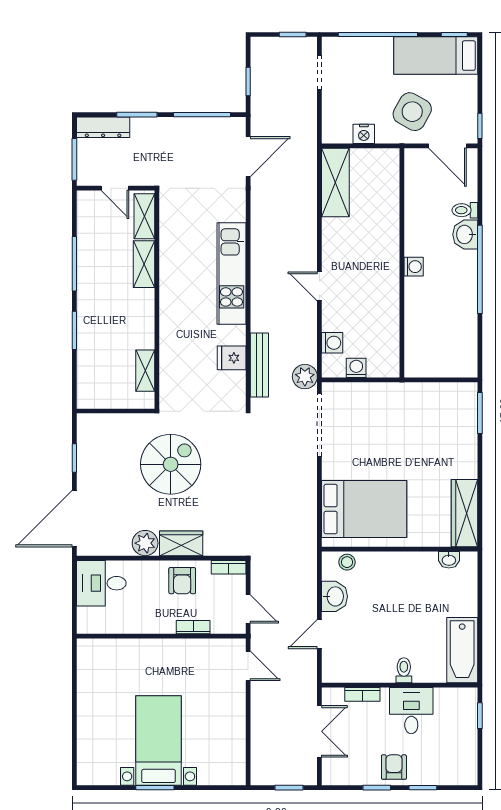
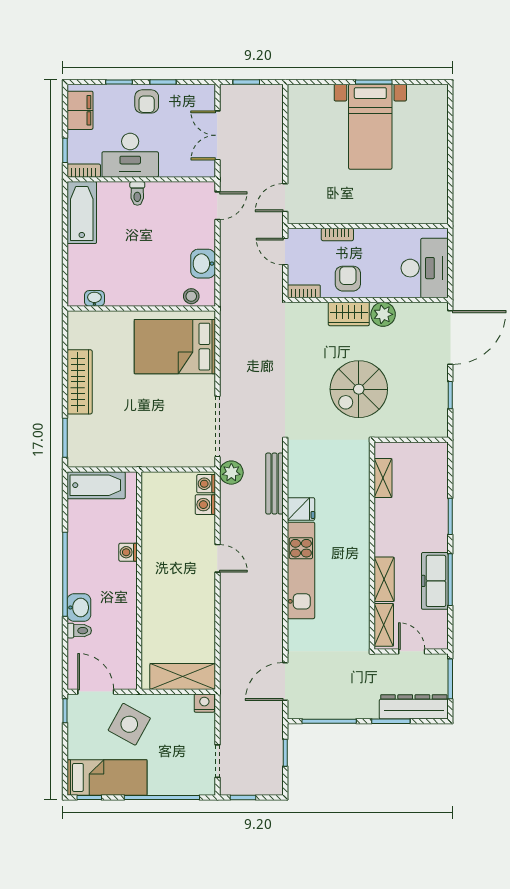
dresser: (103, 127) -> (414, 707), width x1.37, depth x1.24
nightstand: (364, 134) -> (204, 703), moved
shelving: (335, 183) -> (183, 676), moved, turned 90
freezer: (91, 262) -> (435, 581), added
washing machine: (414, 267) -> (128, 552), moved
fridge: (232, 358) -> (301, 509), moved
bathtub: (447, 363) -> (96, 485), added
washing machine: (356, 368) -> (206, 484), moved, turned 90
wardrobe: (465, 513) -> (80, 382), moved
desk: (101, 583) -> (425, 268), width x1.37
door: (319, 634) -> (217, 206), moved
door: (248, 666) -> (285, 198), hinge flipped
bookcase: (362, 694) -> (84, 171), moved
desk: (411, 711) -> (130, 155), width x1.37
filing cabinet: (464, 758) -> (80, 110), added

